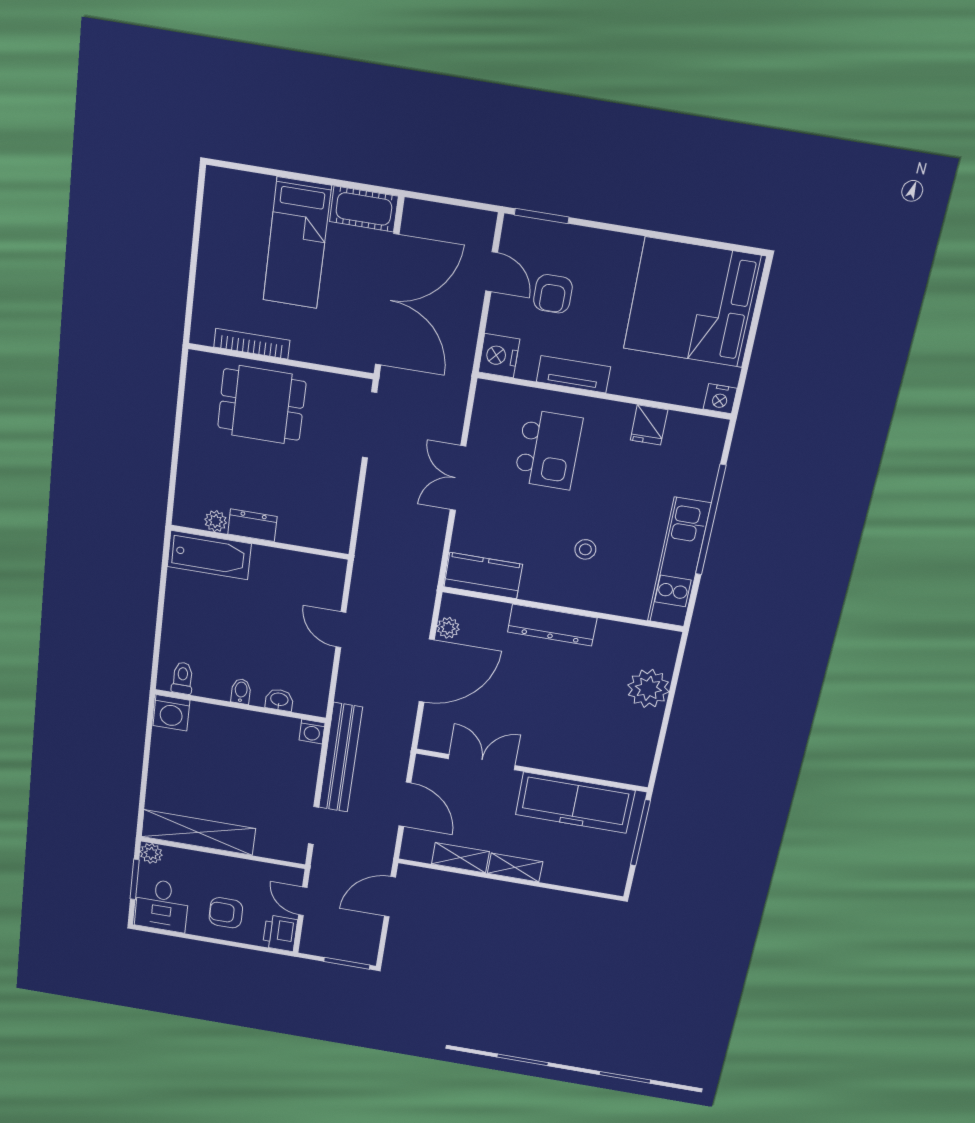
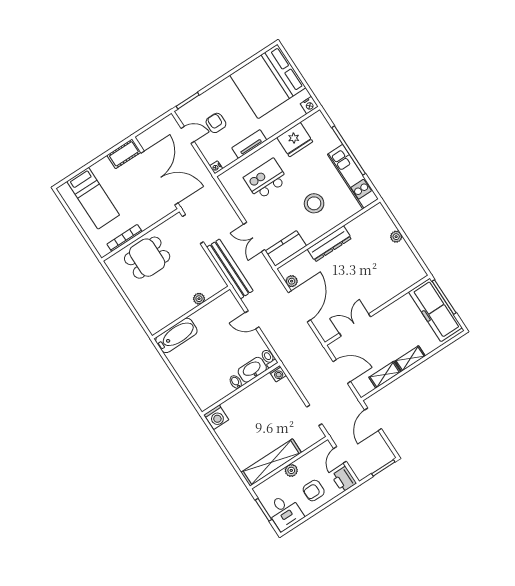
bed: (297, 243) -> (93, 198), moved
armchair: (553, 294) -> (216, 123), turned 180
nightstand: (499, 356) -> (216, 167), width x0.53, depth x0.56
fridge: (649, 425) -> (295, 140), width x1.88, depth x1.34
kitchen island: (548, 450) -> (266, 179), turned -90
double door: (458, 478) -> (254, 237), moved
plant: (216, 521) -> (199, 299), moved
dresser: (252, 525) -> (183, 308), removed
stool: (585, 549) -> (314, 203), width x1.89, depth x1.89
toilet: (182, 678) -> (269, 358), moved
plant: (648, 688) -> (396, 237), width x0.53, depth x0.53
washbasin: (279, 700) -> (252, 370), width x1.91, depth x1.45
bench: (340, 758) -> (230, 269), moved
freezer: (575, 803) -> (435, 310), moved, turned 90
plant: (151, 853) -> (291, 470), moved
door: (303, 901) -> (340, 455), hinge flipped

